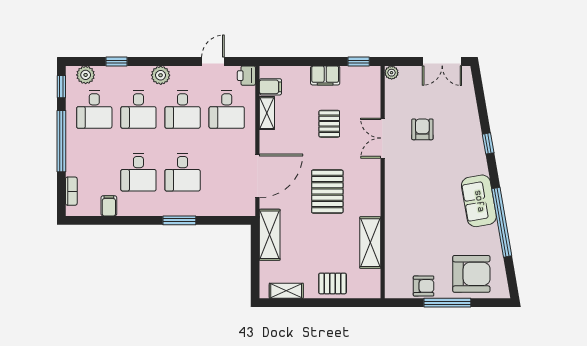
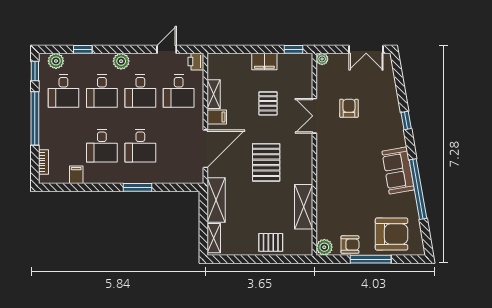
filing cabinet: (270, 87) -> (217, 117), moved
plant: (394, 289) -> (324, 247), added
shelving: (286, 291) -> (214, 238), moved, turned 90

